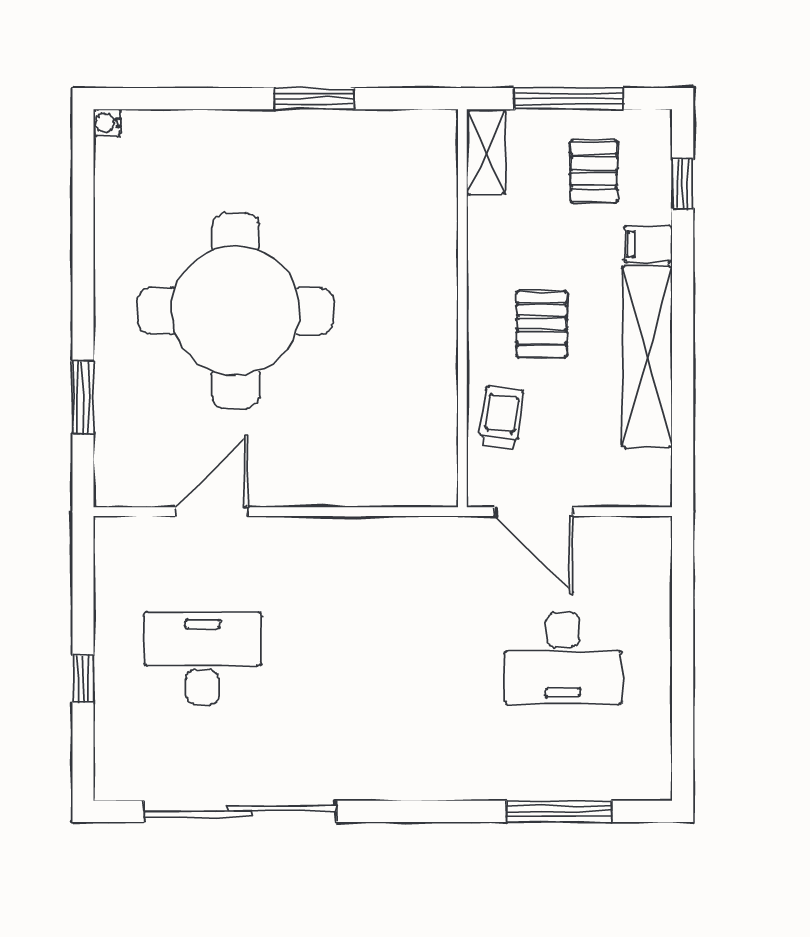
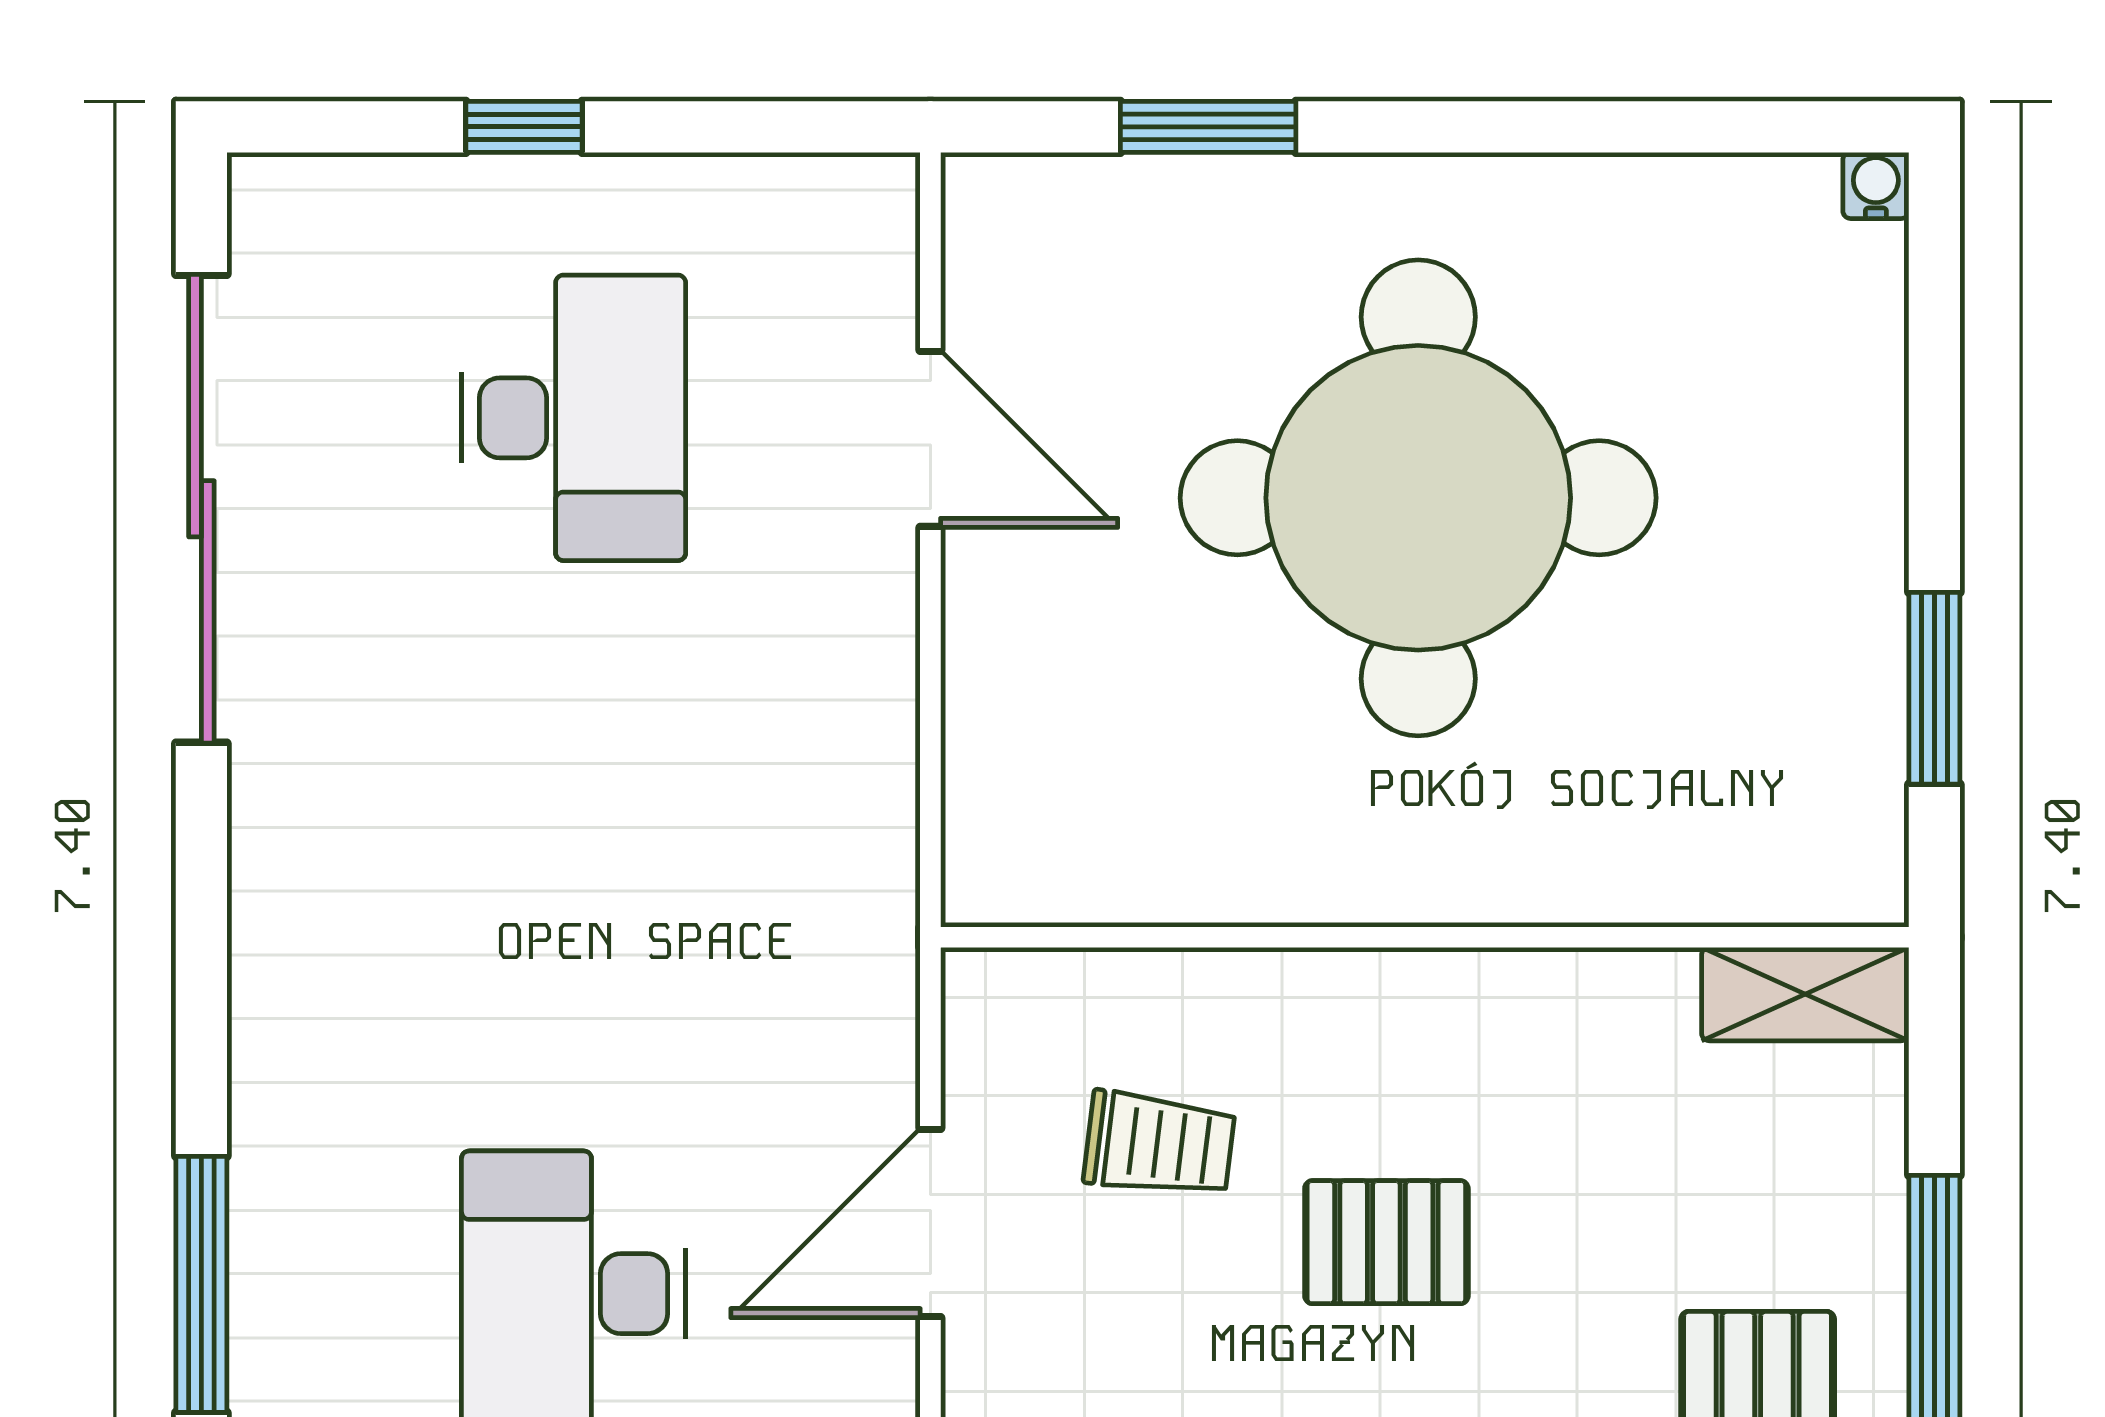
shelving: (486, 152) -> (1805, 994), moved
wall: (462, 308) -> (1425, 937), moved

